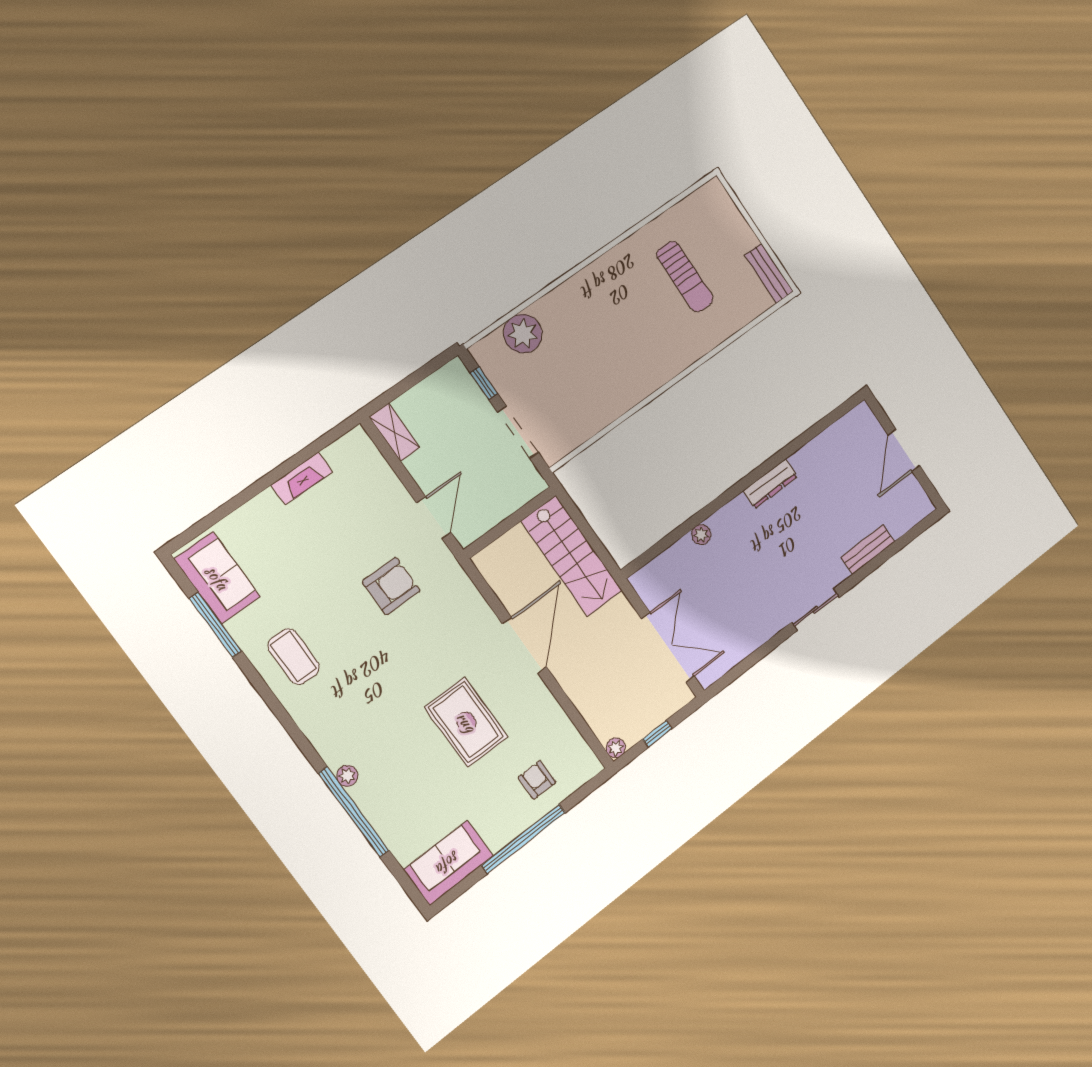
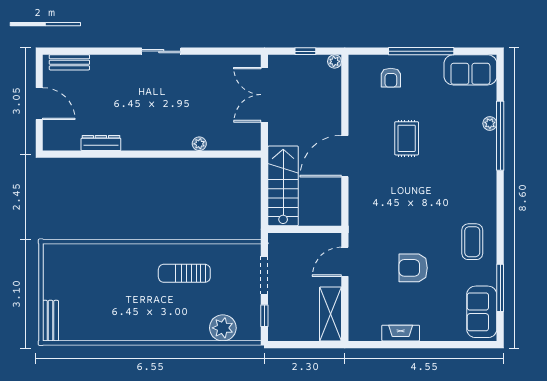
bench: (769, 273) -> (51, 321), moved
sun lounger: (685, 277) -> (184, 273), moved, turned -90
shelving: (395, 432) -> (330, 314), width x1.50, depth x1.33
door: (904, 450) -> (39, 104), hinge flipped
dresser: (770, 484) -> (101, 143), moved
bench: (868, 549) -> (69, 62), moved
armchair: (391, 586) -> (413, 268), moved
rug: (466, 722) -> (407, 138), width x0.73, depth x0.70
plant: (347, 776) -> (490, 123), moved

